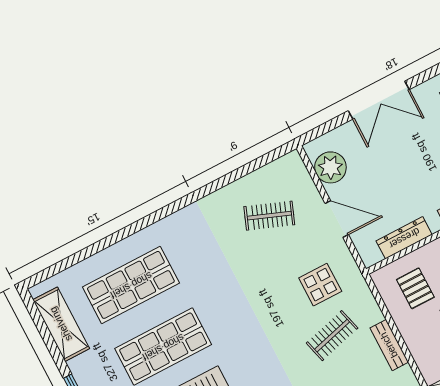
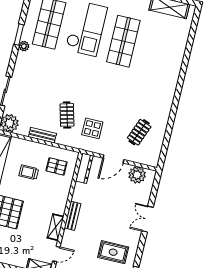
double door: (379, 100) -> (147, 219), width x0.73
dresser: (404, 238) -> (84, 168), moved
shop shelf: (131, 285) -> (160, 50), removed

